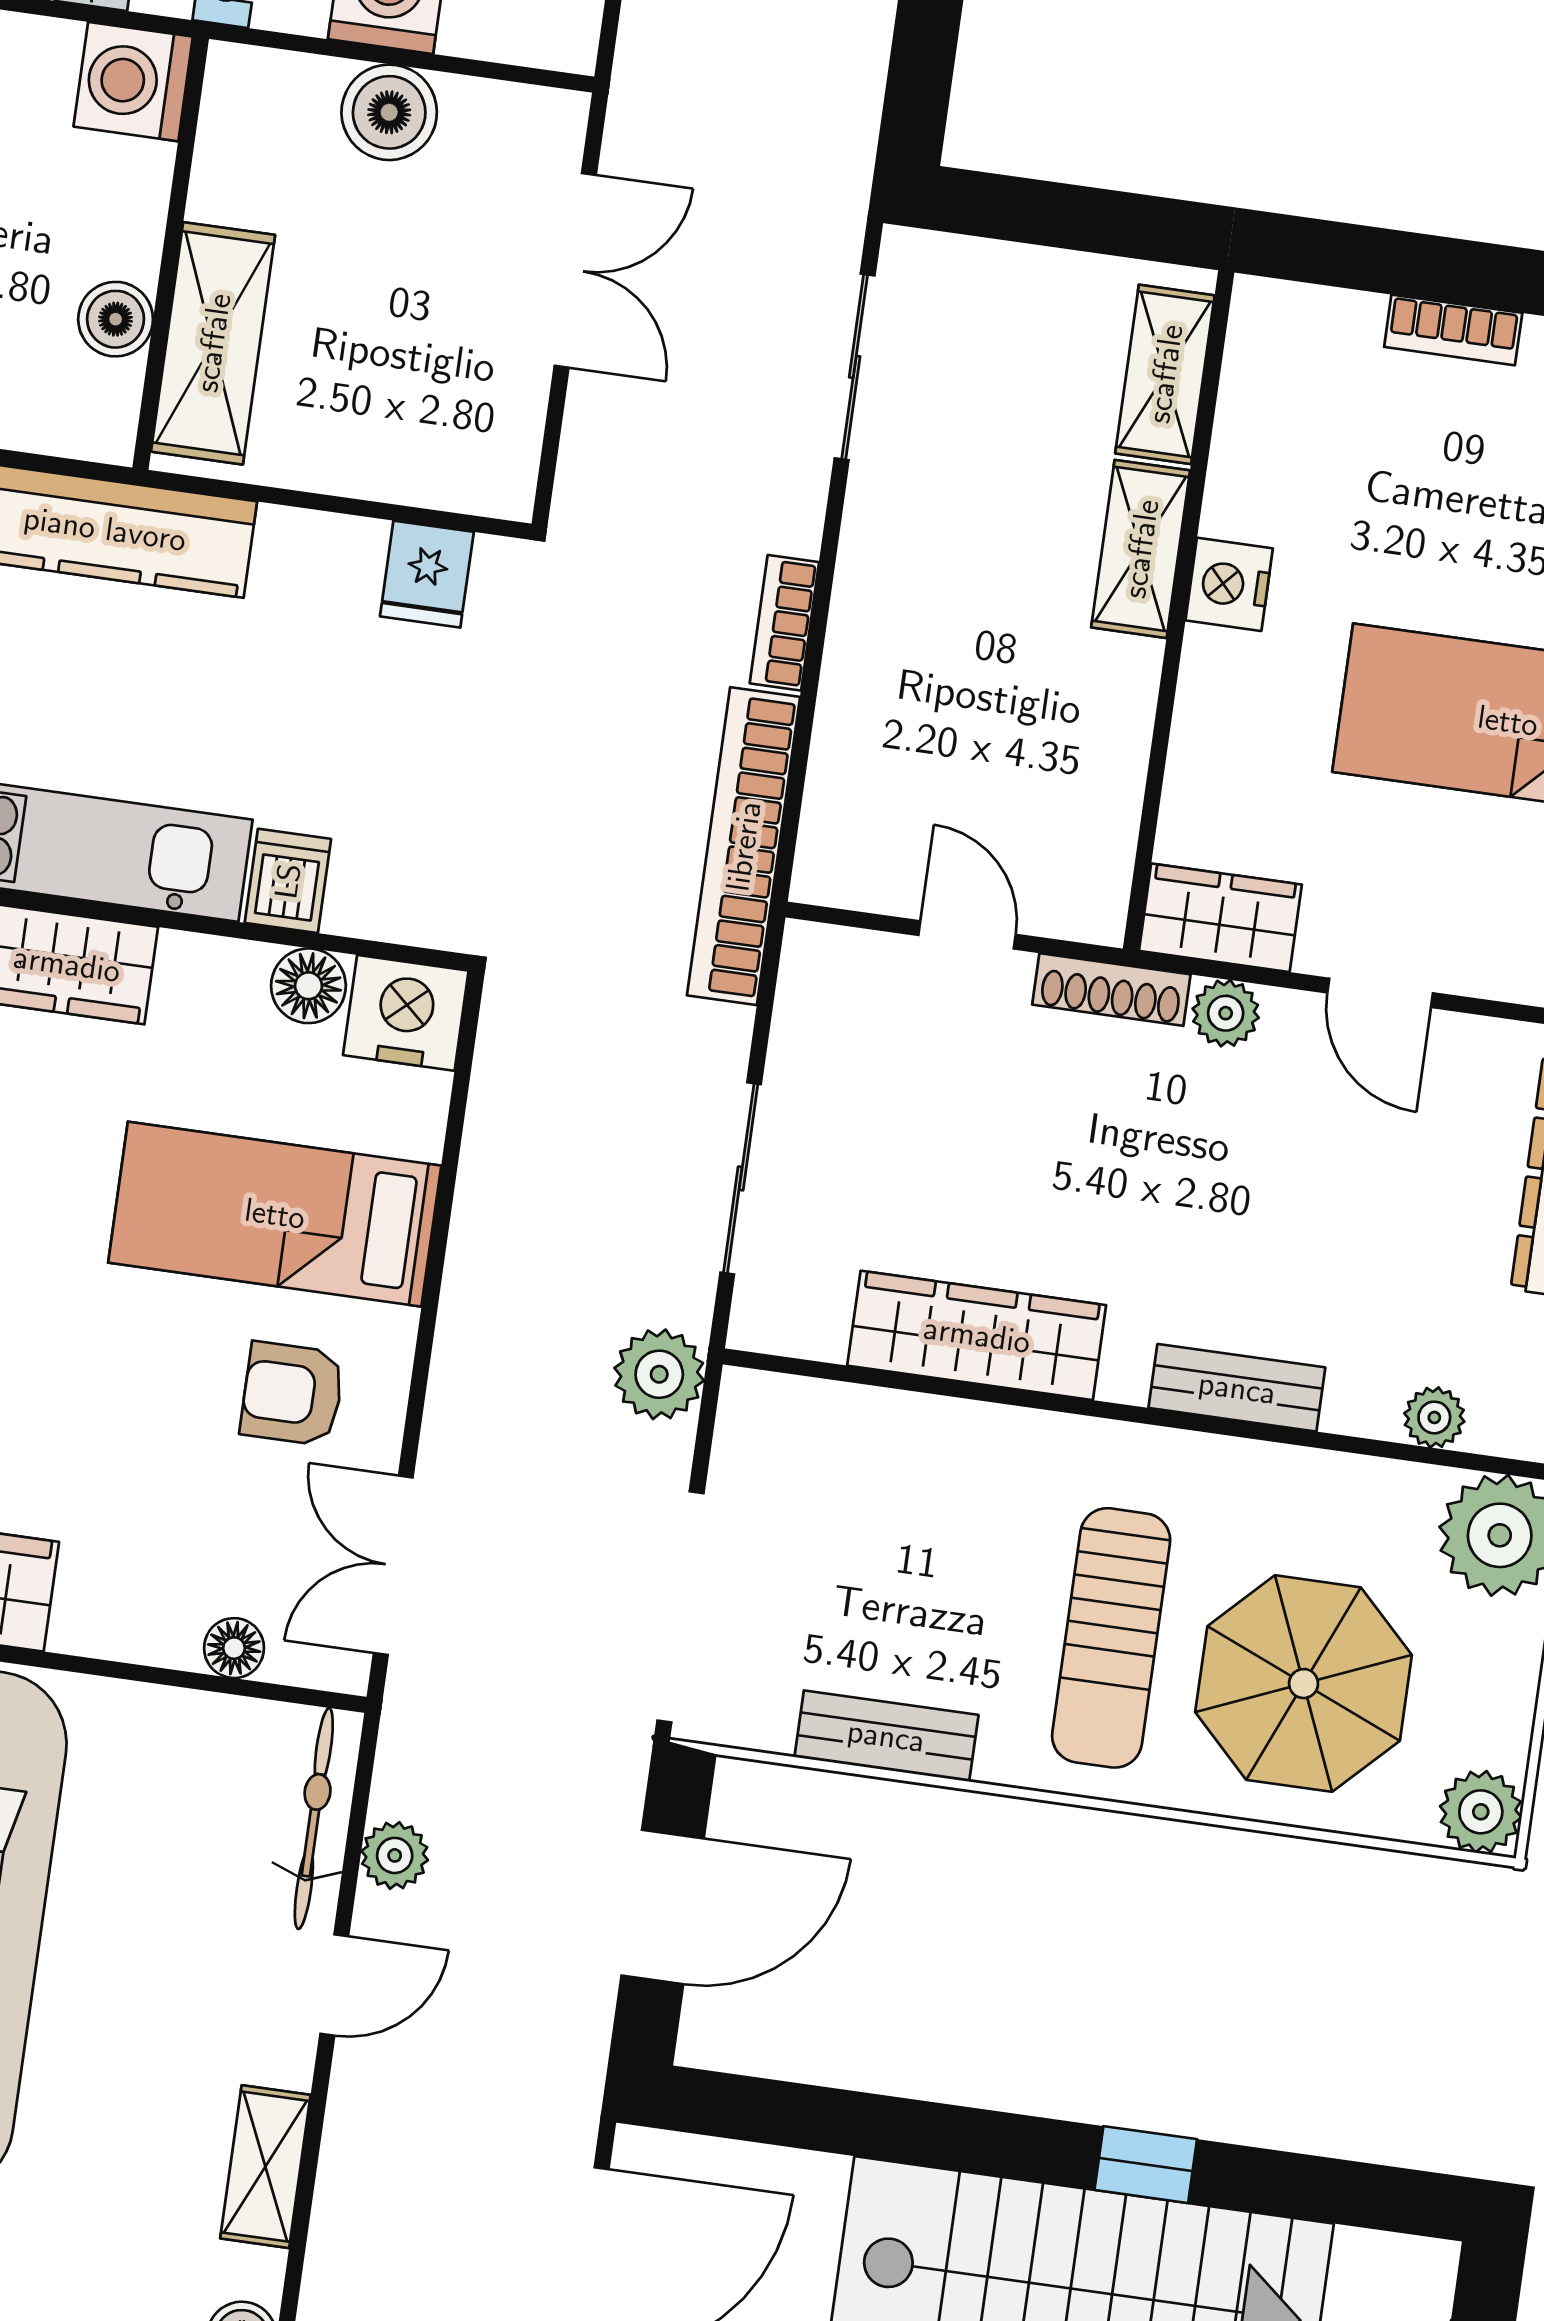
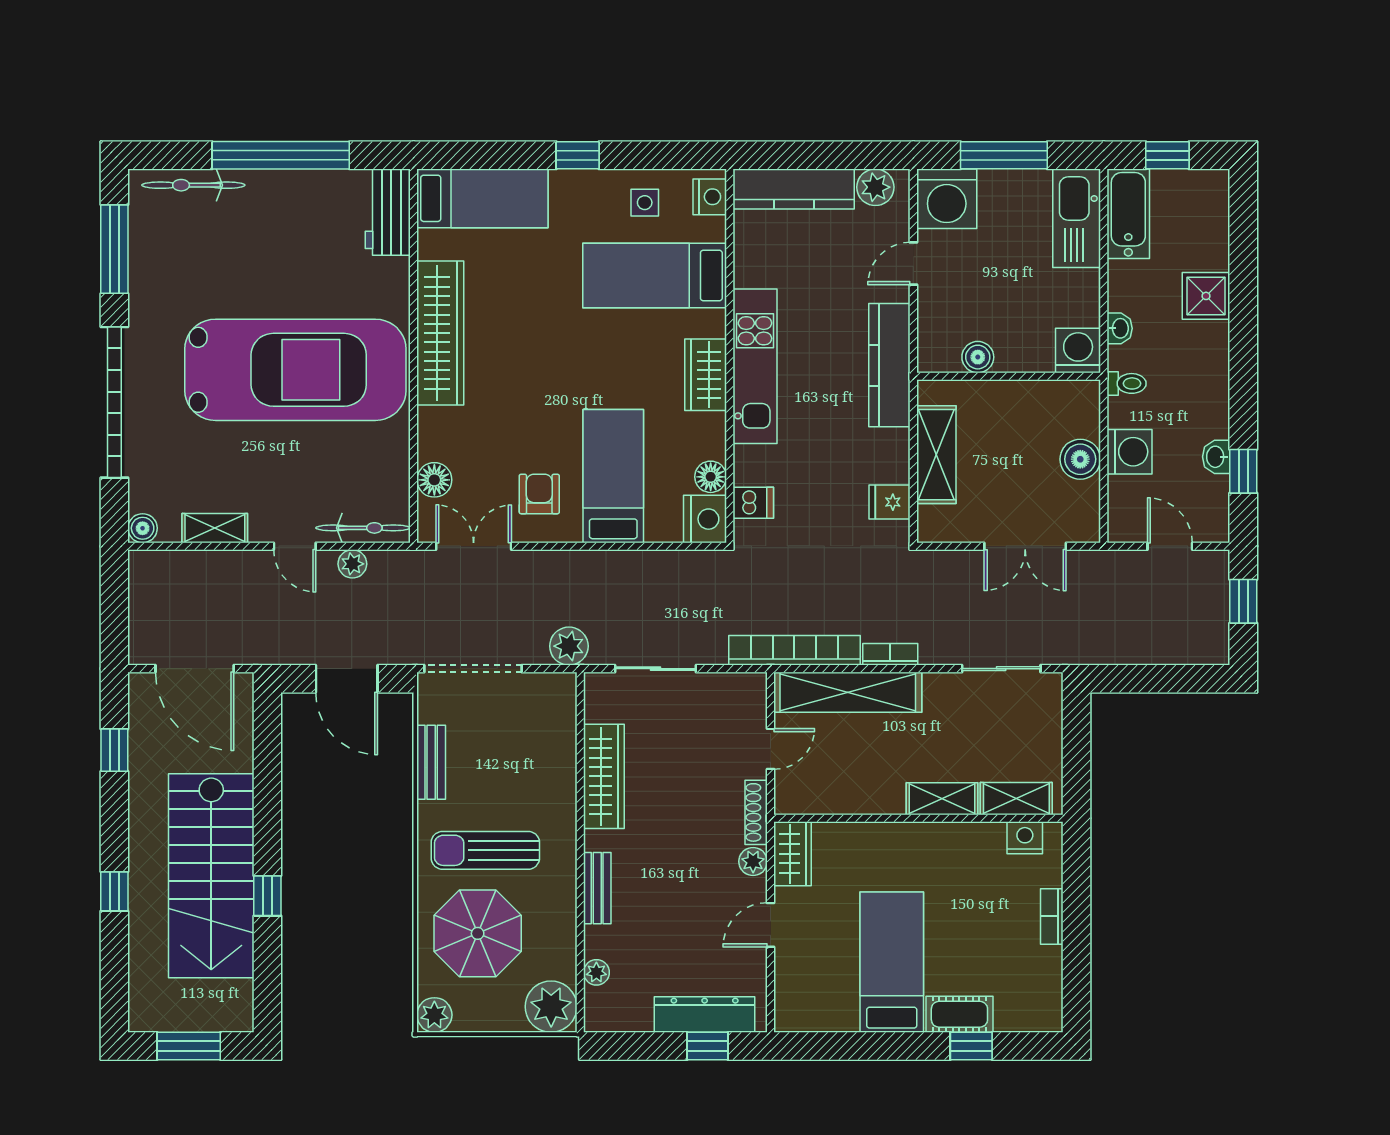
shelving: (213, 343) -> (936, 455), moved, turned 90
nightstand: (1229, 584) -> (1025, 838), moved
shelving: (859, 735) -> (848, 692), added
dishwasher: (288, 881) -> (753, 503), moved
floor lamp: (234, 1648) -> (434, 480), width x1.37, depth x1.37

